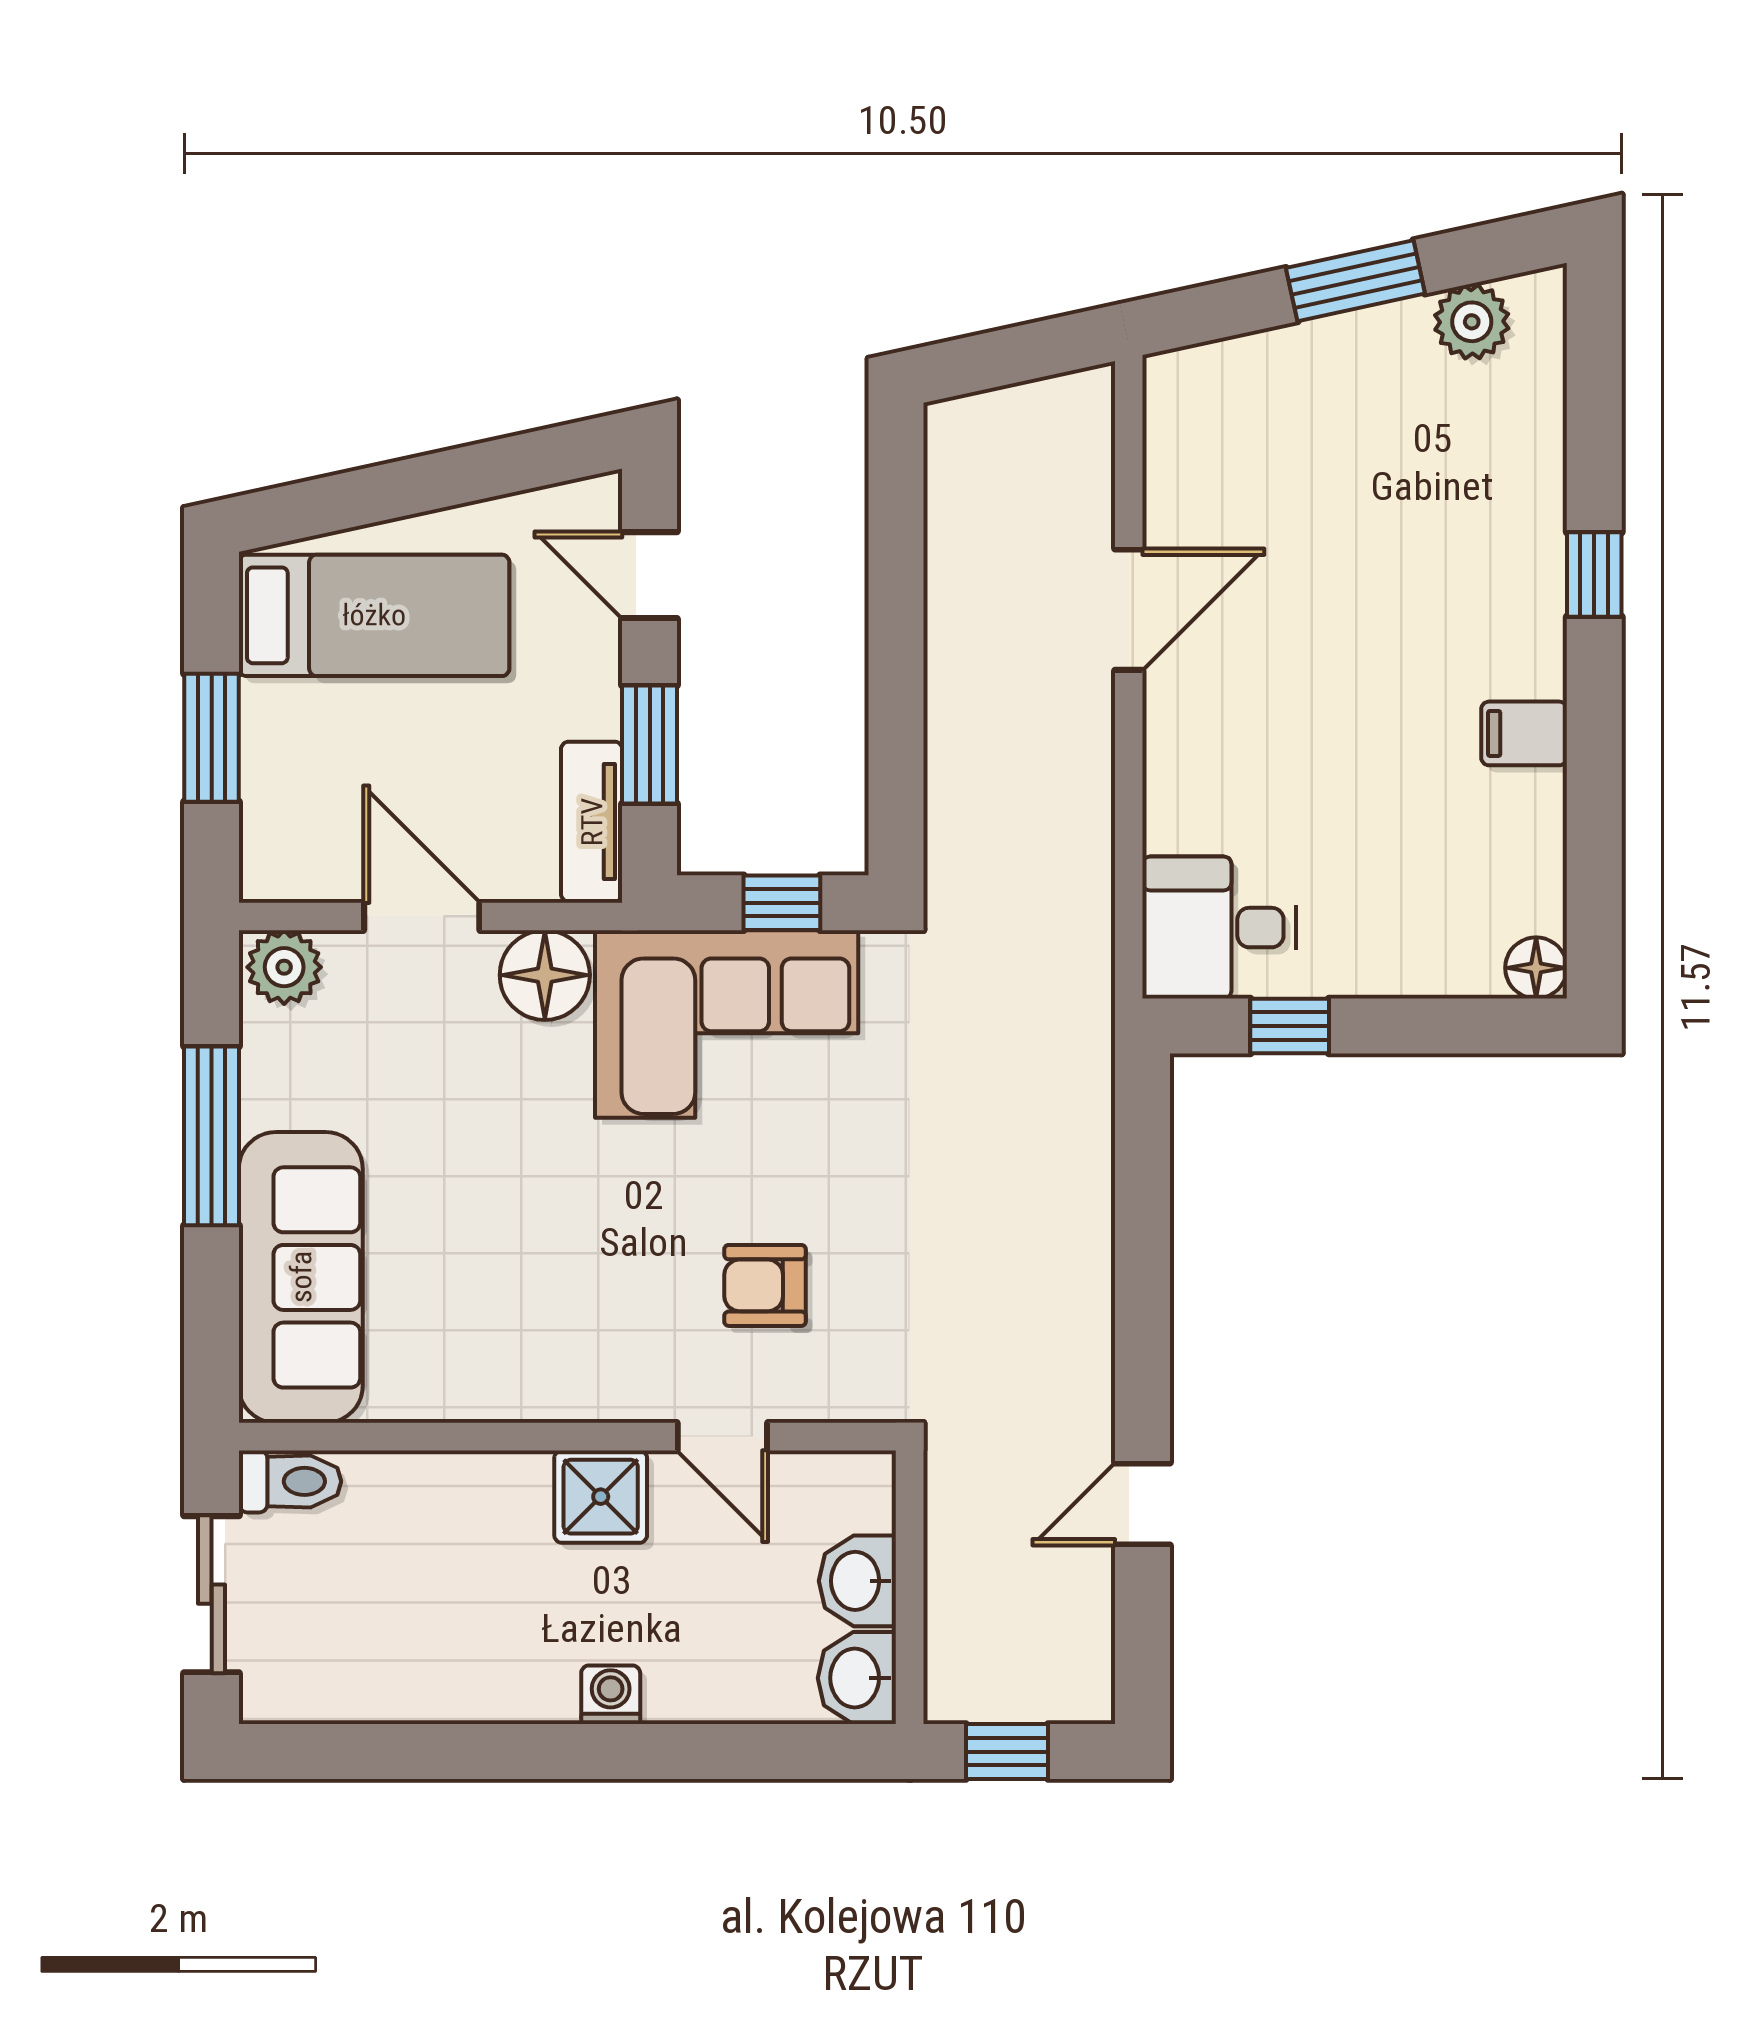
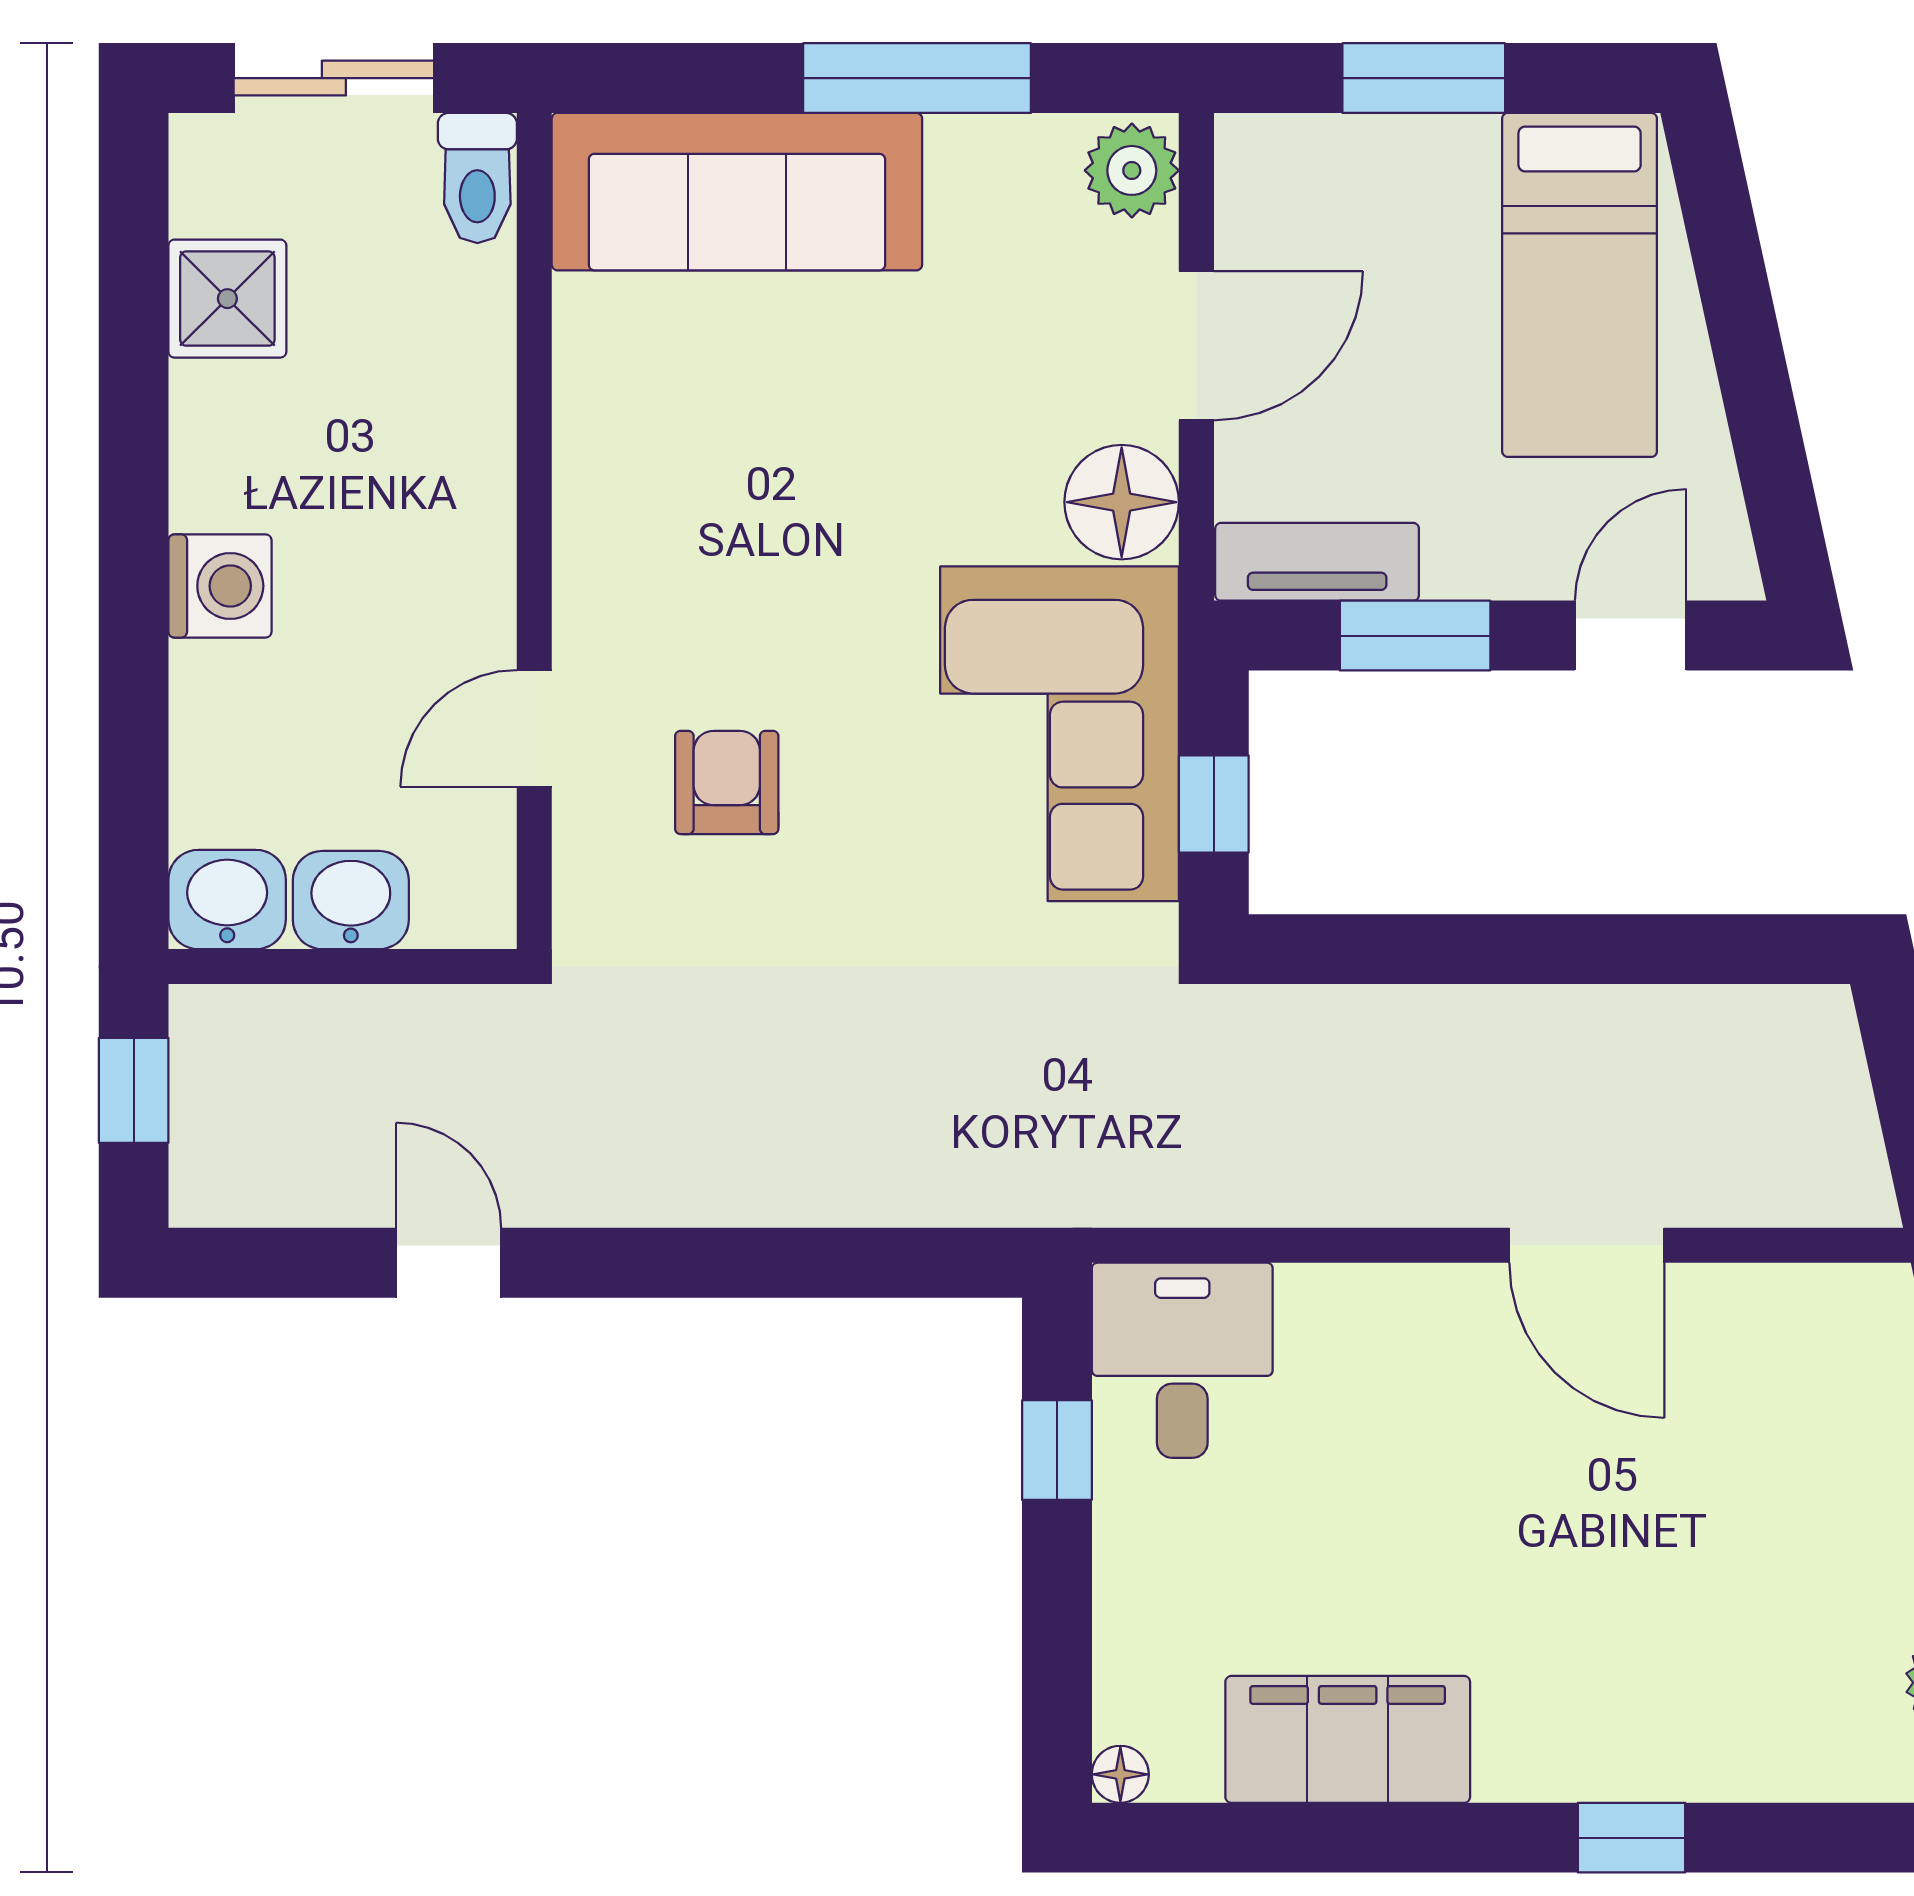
filing cabinet: (1524, 733) -> (1348, 1739), width x3.00, depth x1.17
floor lamp: (1536, 968) -> (1120, 1774), width x0.73, depth x0.73
shower: (601, 1497) -> (227, 299), moved
washing machine: (611, 1695) -> (220, 586), width x1.38, depth x1.38

